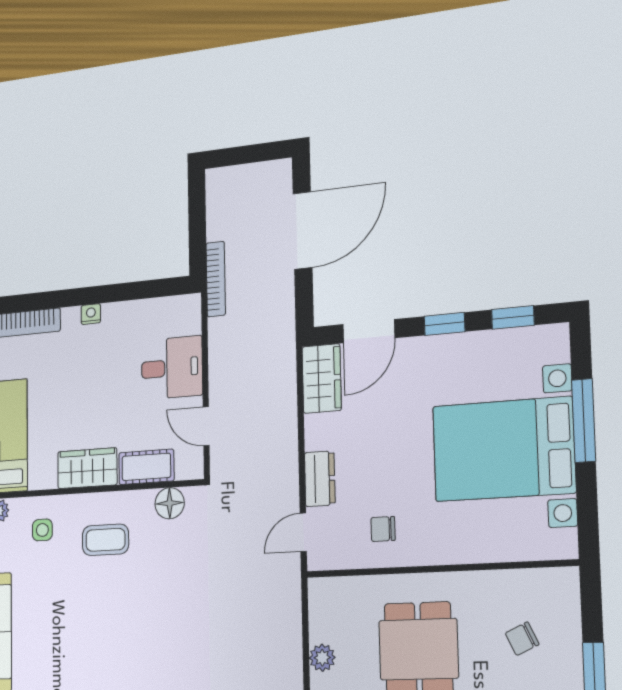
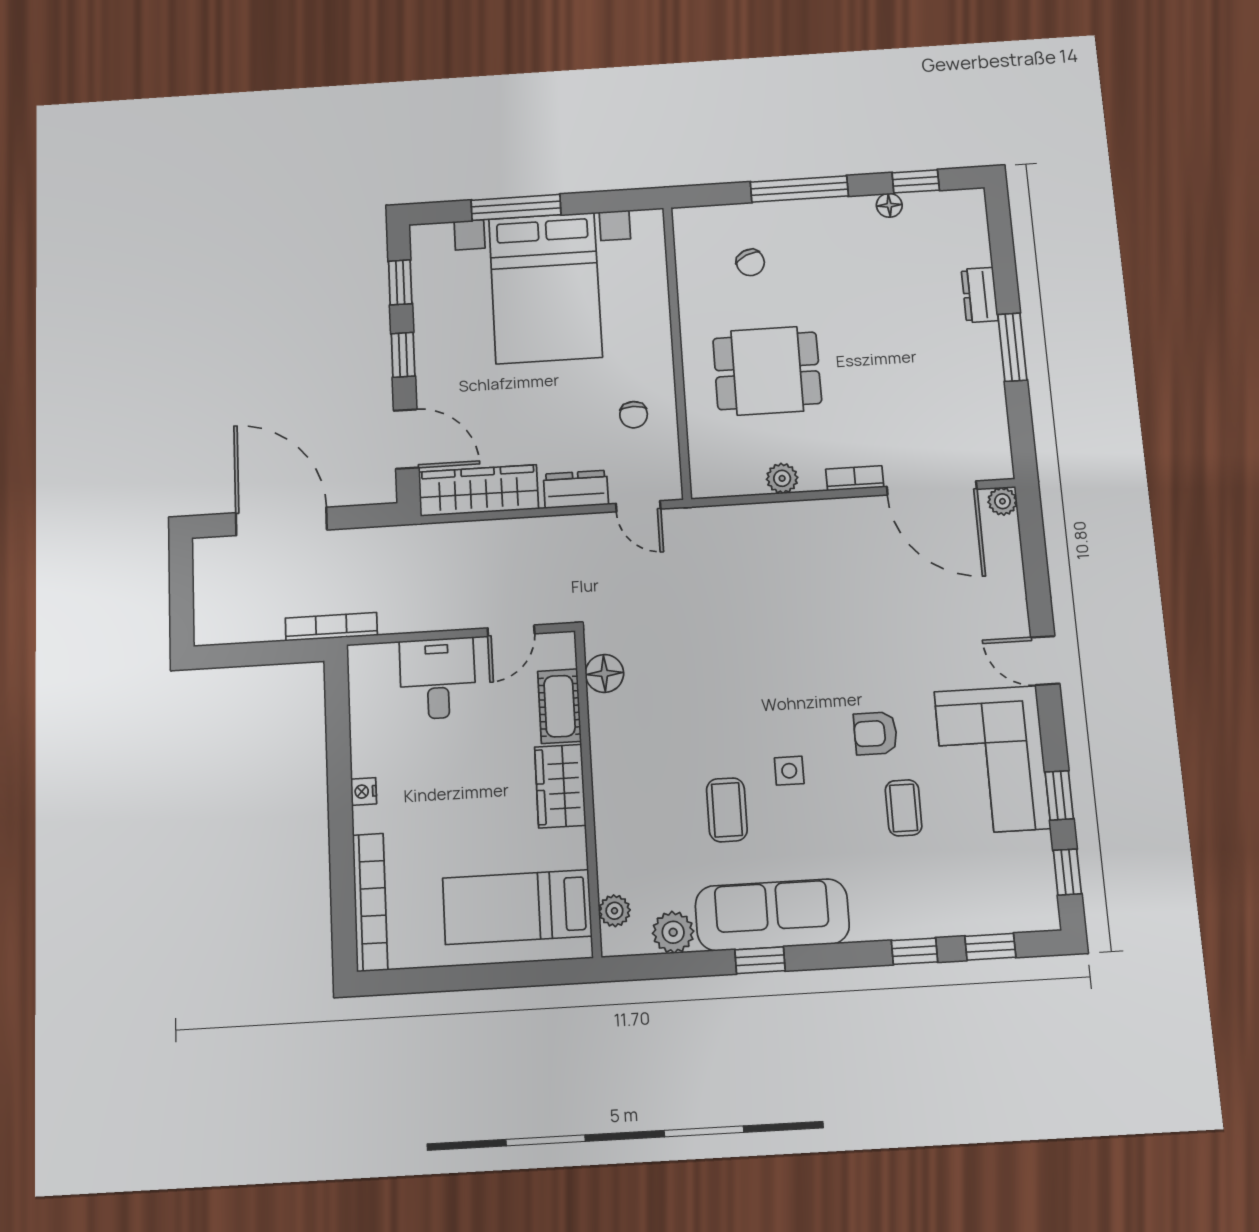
wardrobe: (322, 378) -> (478, 490), width x1.50
side table: (42, 530) -> (789, 771), moved
coffee table: (105, 540) -> (727, 810), moved

